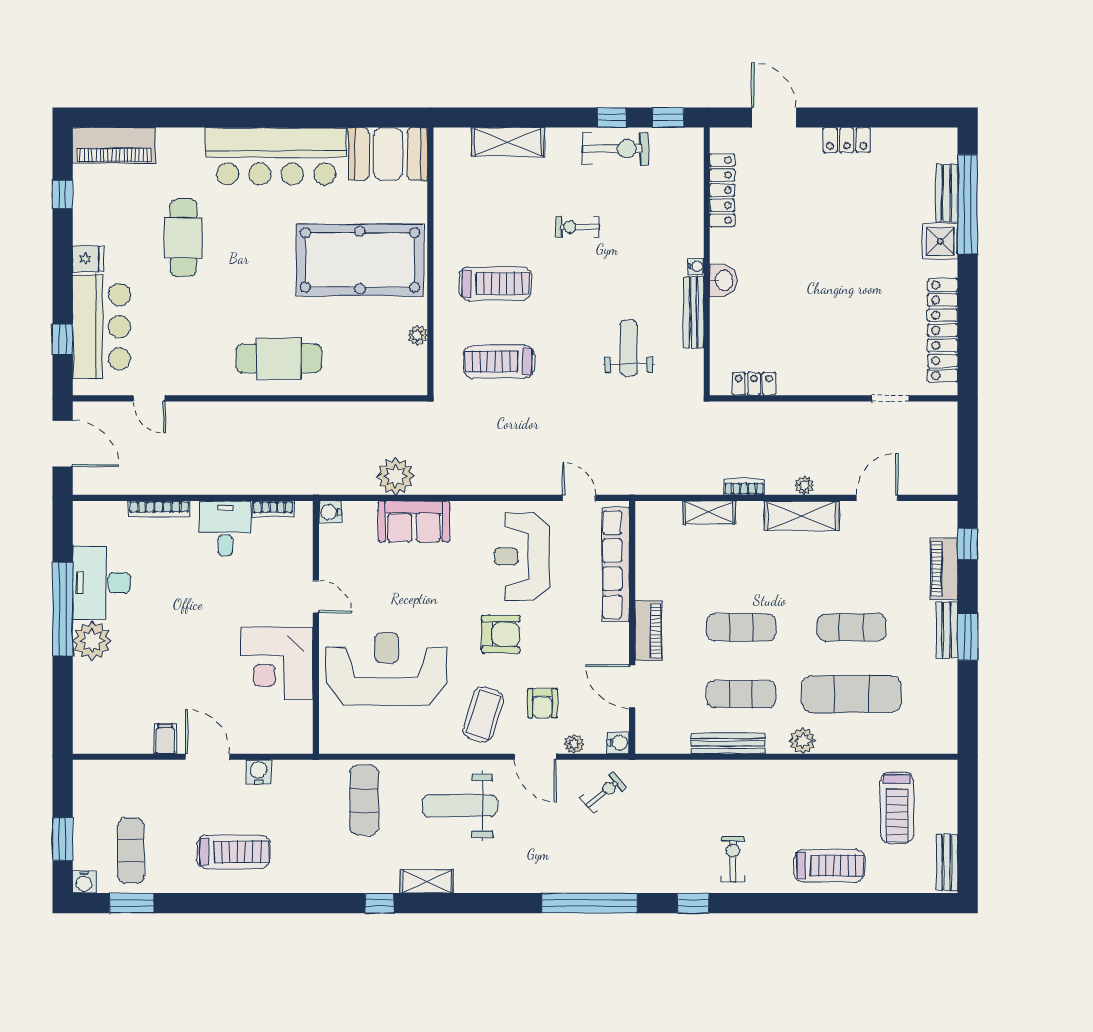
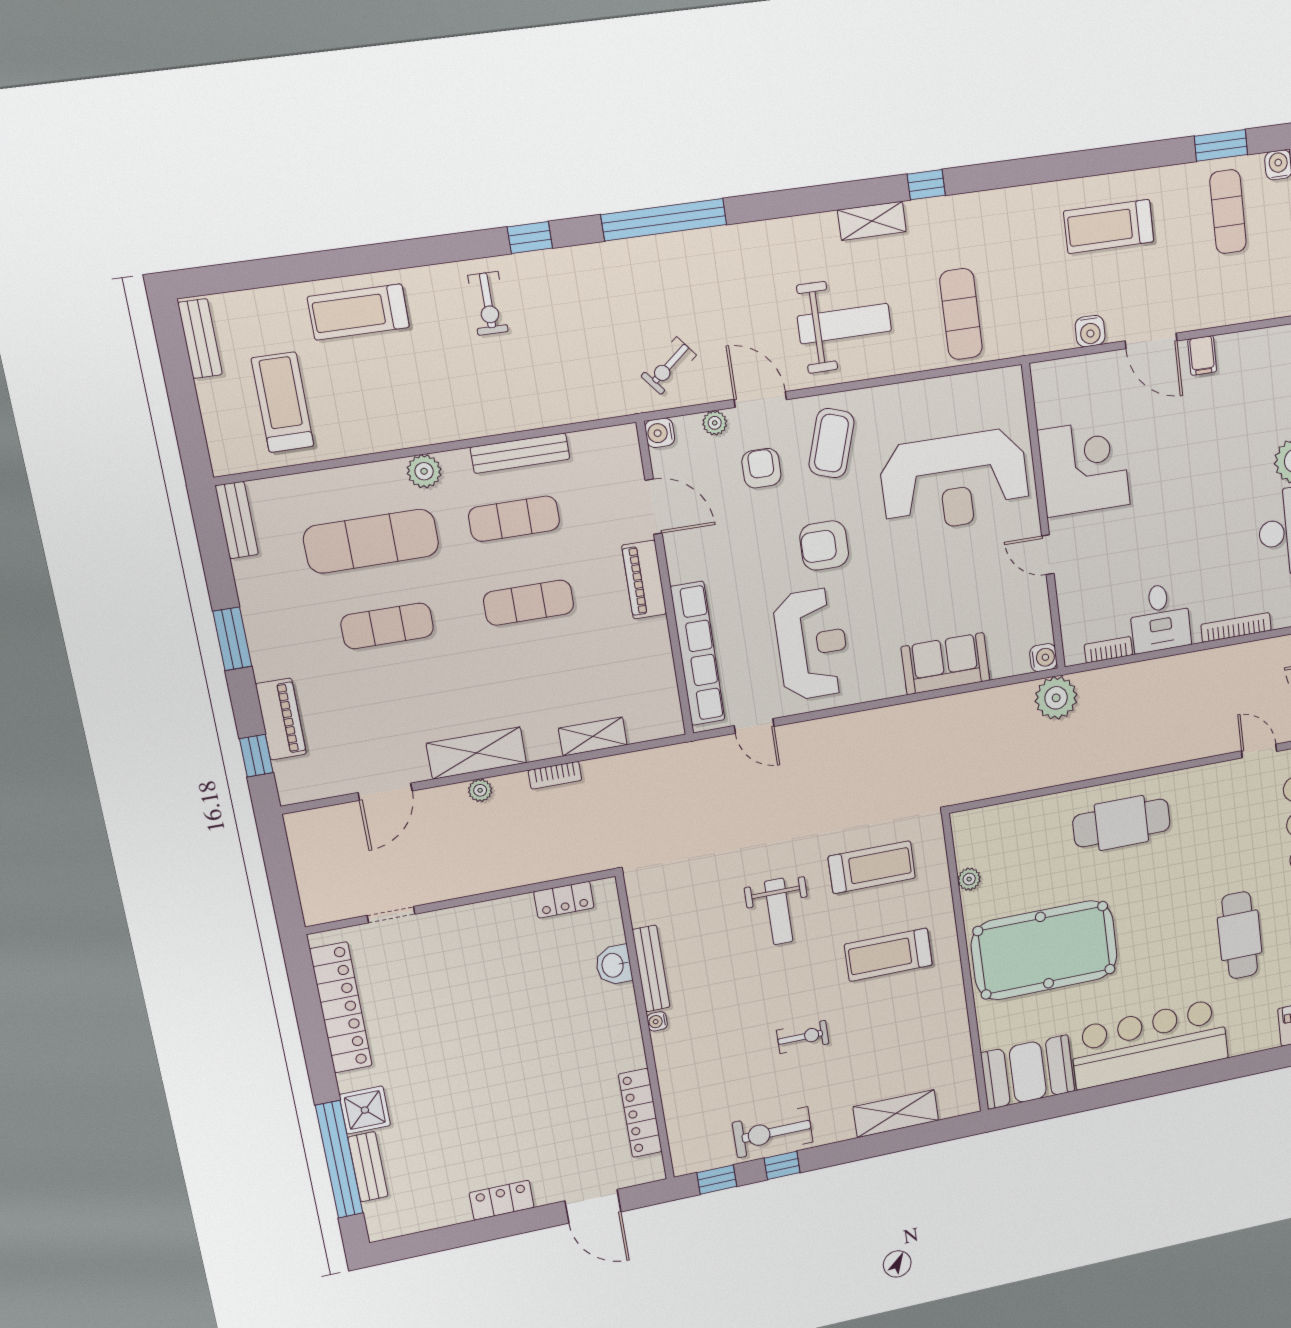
washbasin: (723, 280) -> (614, 965), moved
weight bench: (629, 348) -> (779, 911), moved
plant: (396, 476) -> (1056, 698), moved
bench: (947, 630) -> (237, 520), moved

